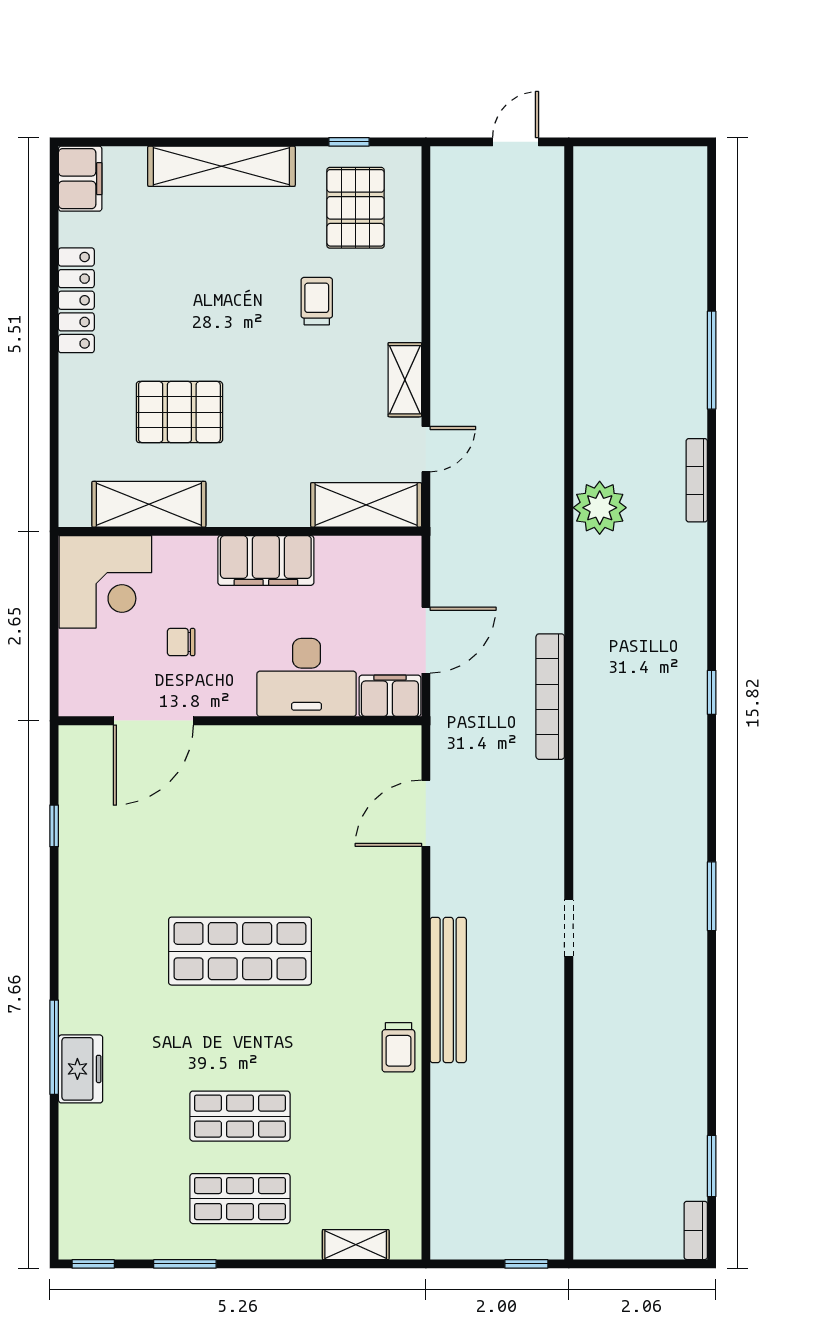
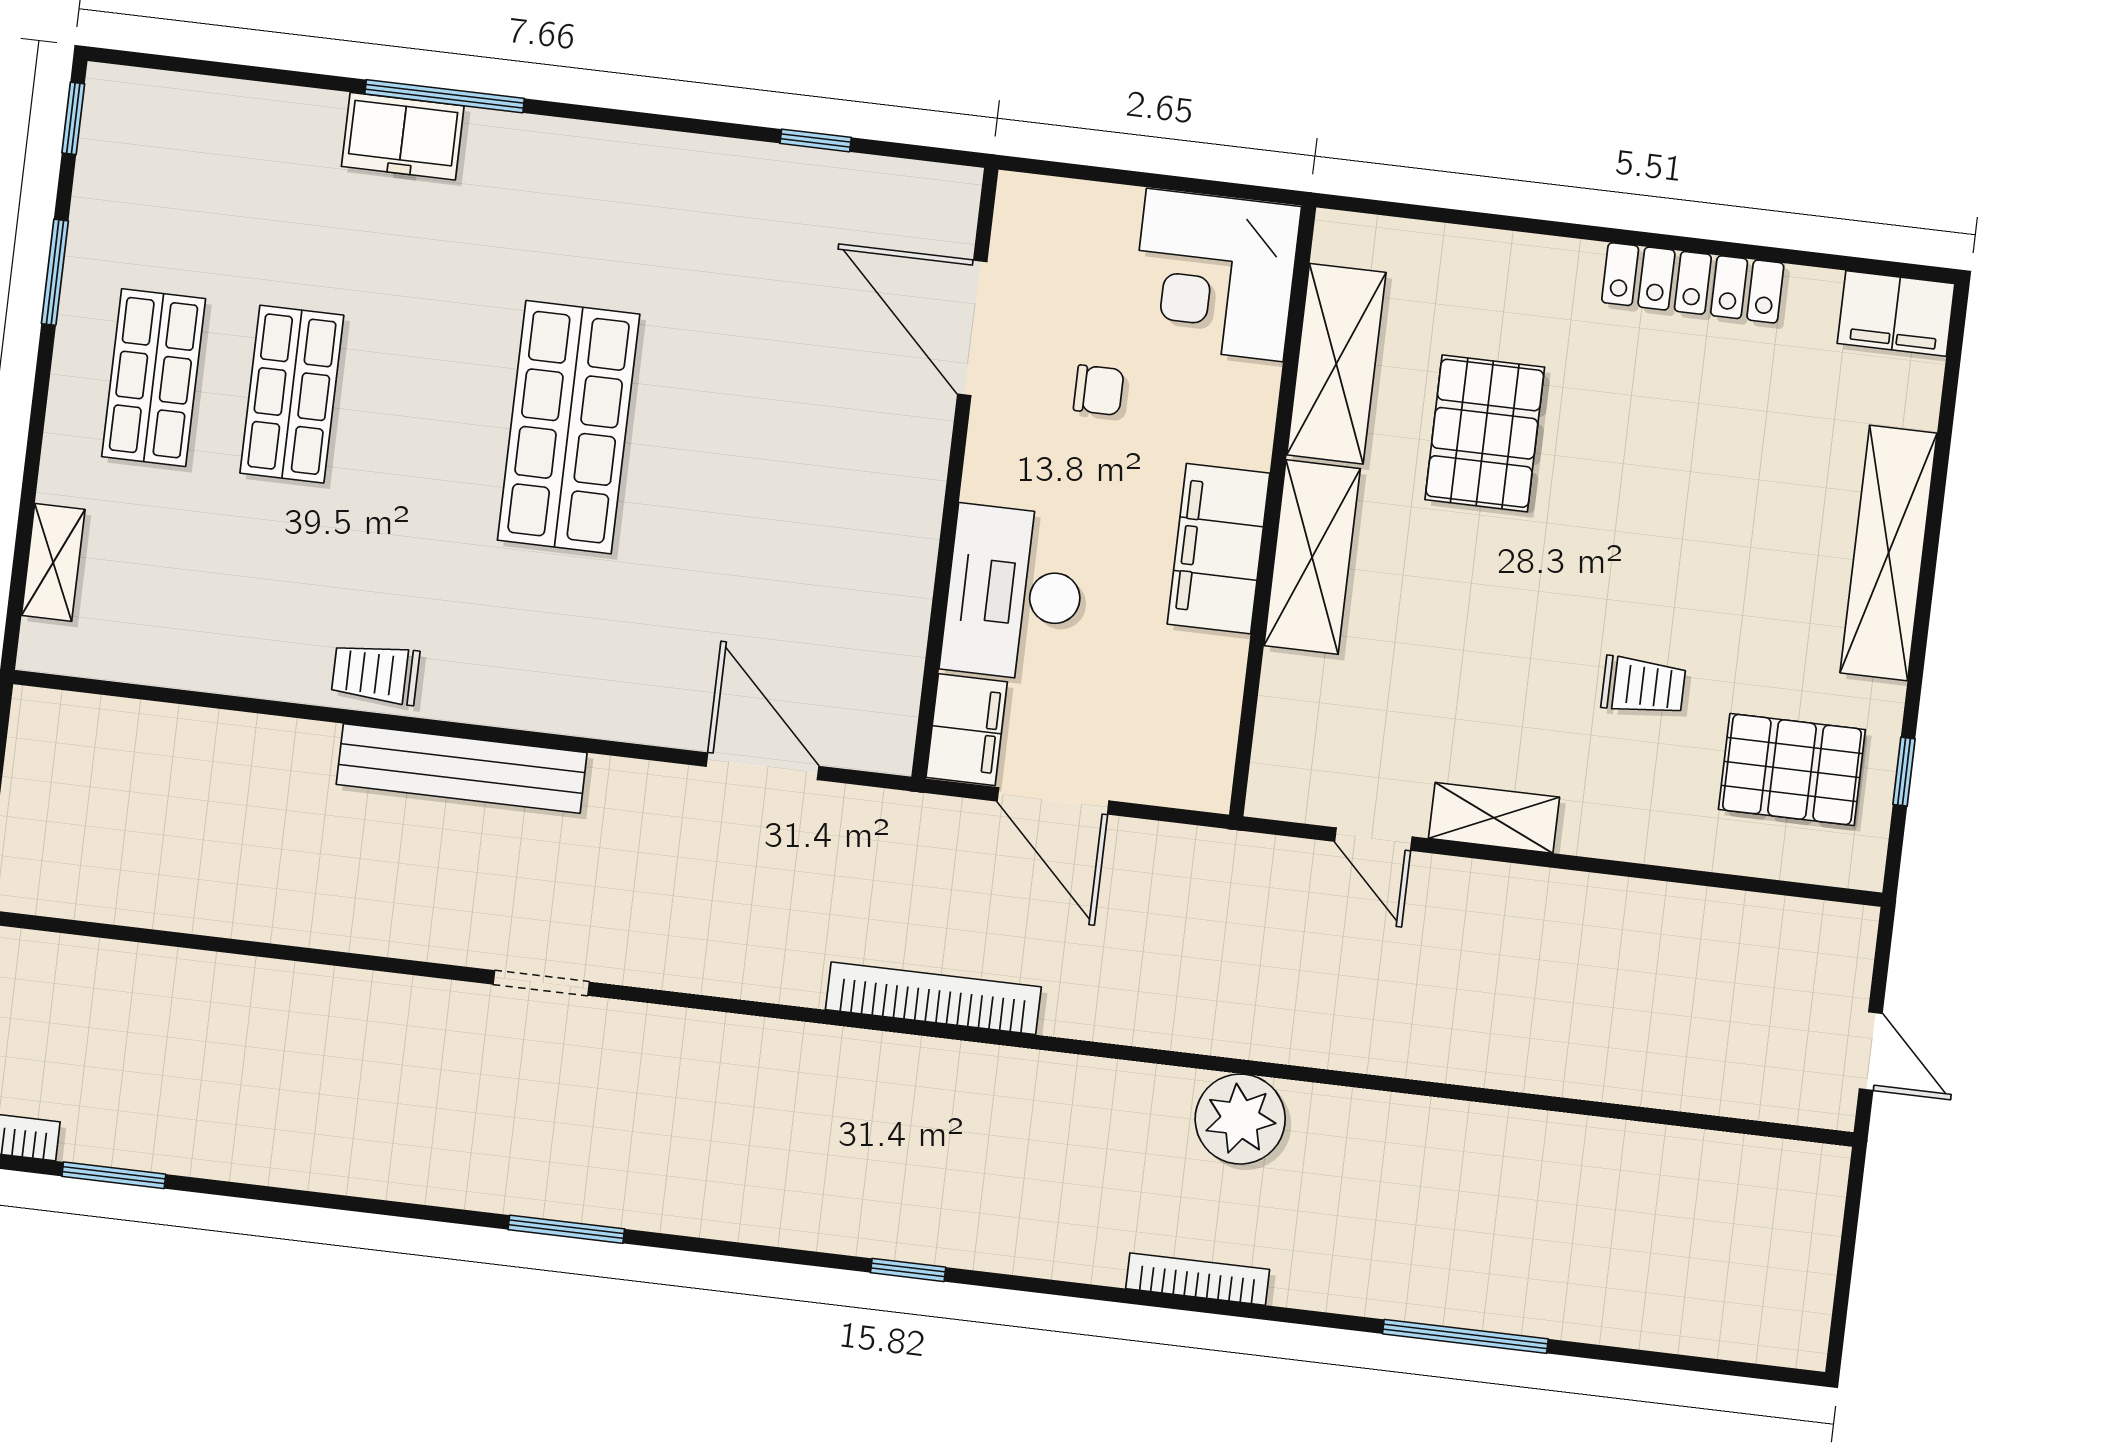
bookcase: (697, 480) -> (1198, 1279), moved
shelving: (366, 505) -> (1312, 557), moved
chair: (181, 642) -> (1099, 390), turned 90

